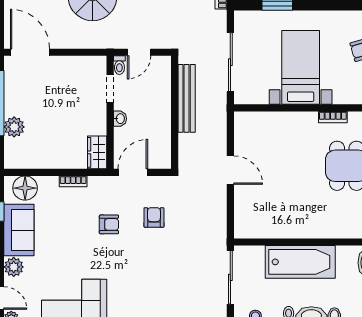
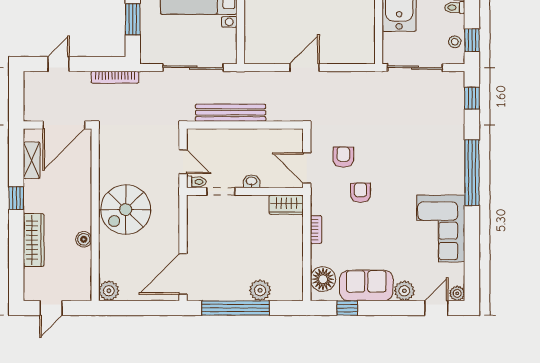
armchair: (154, 217) -> (343, 157), moved, turned 90

